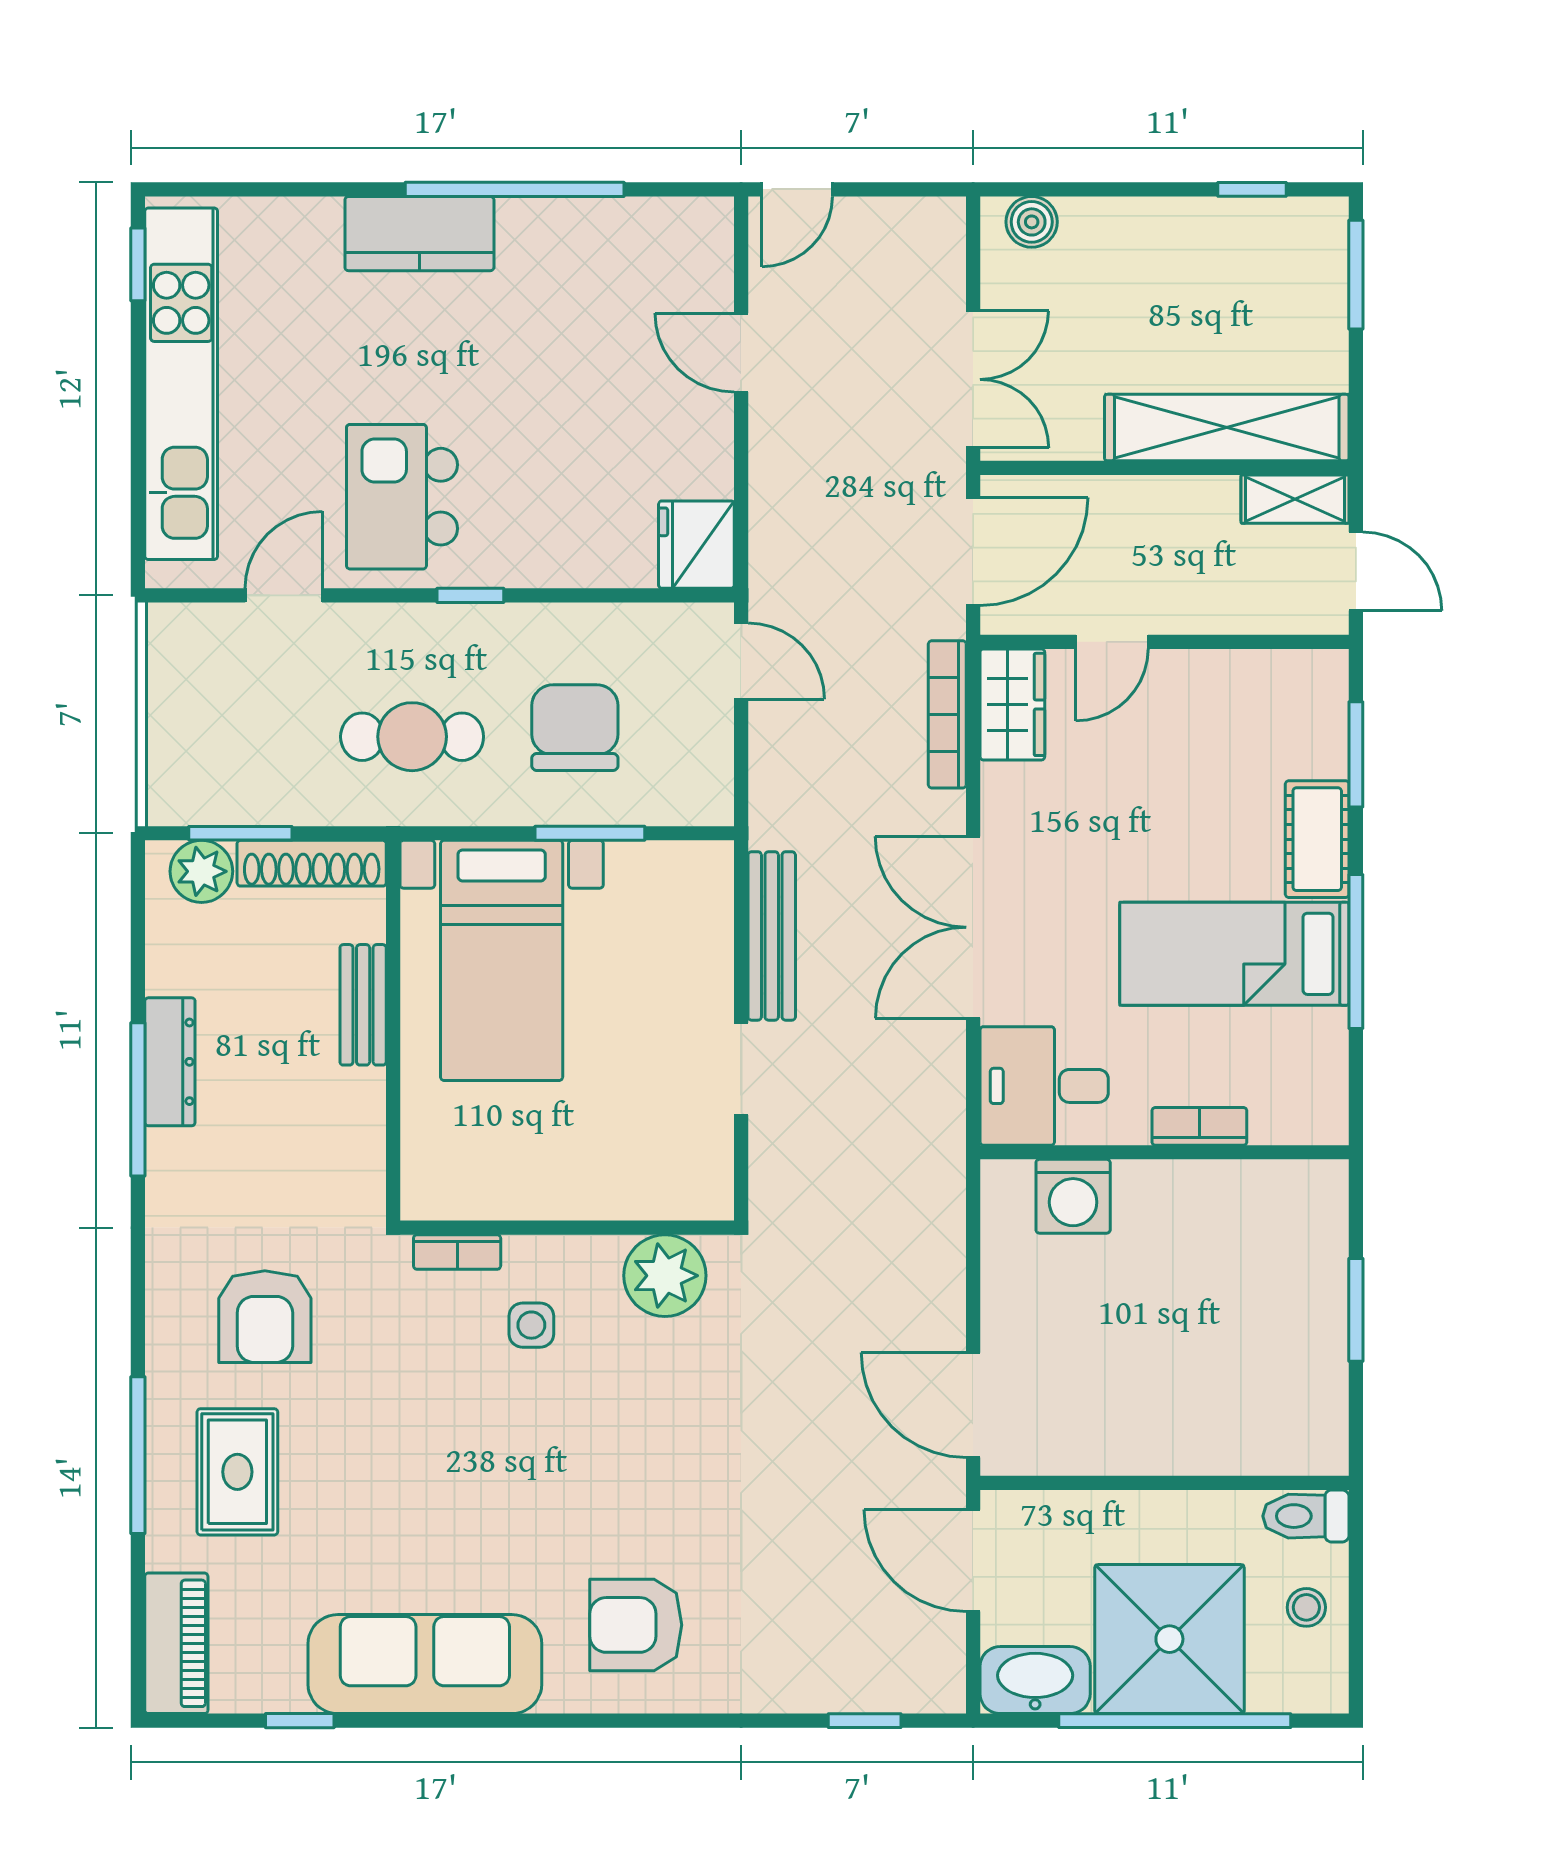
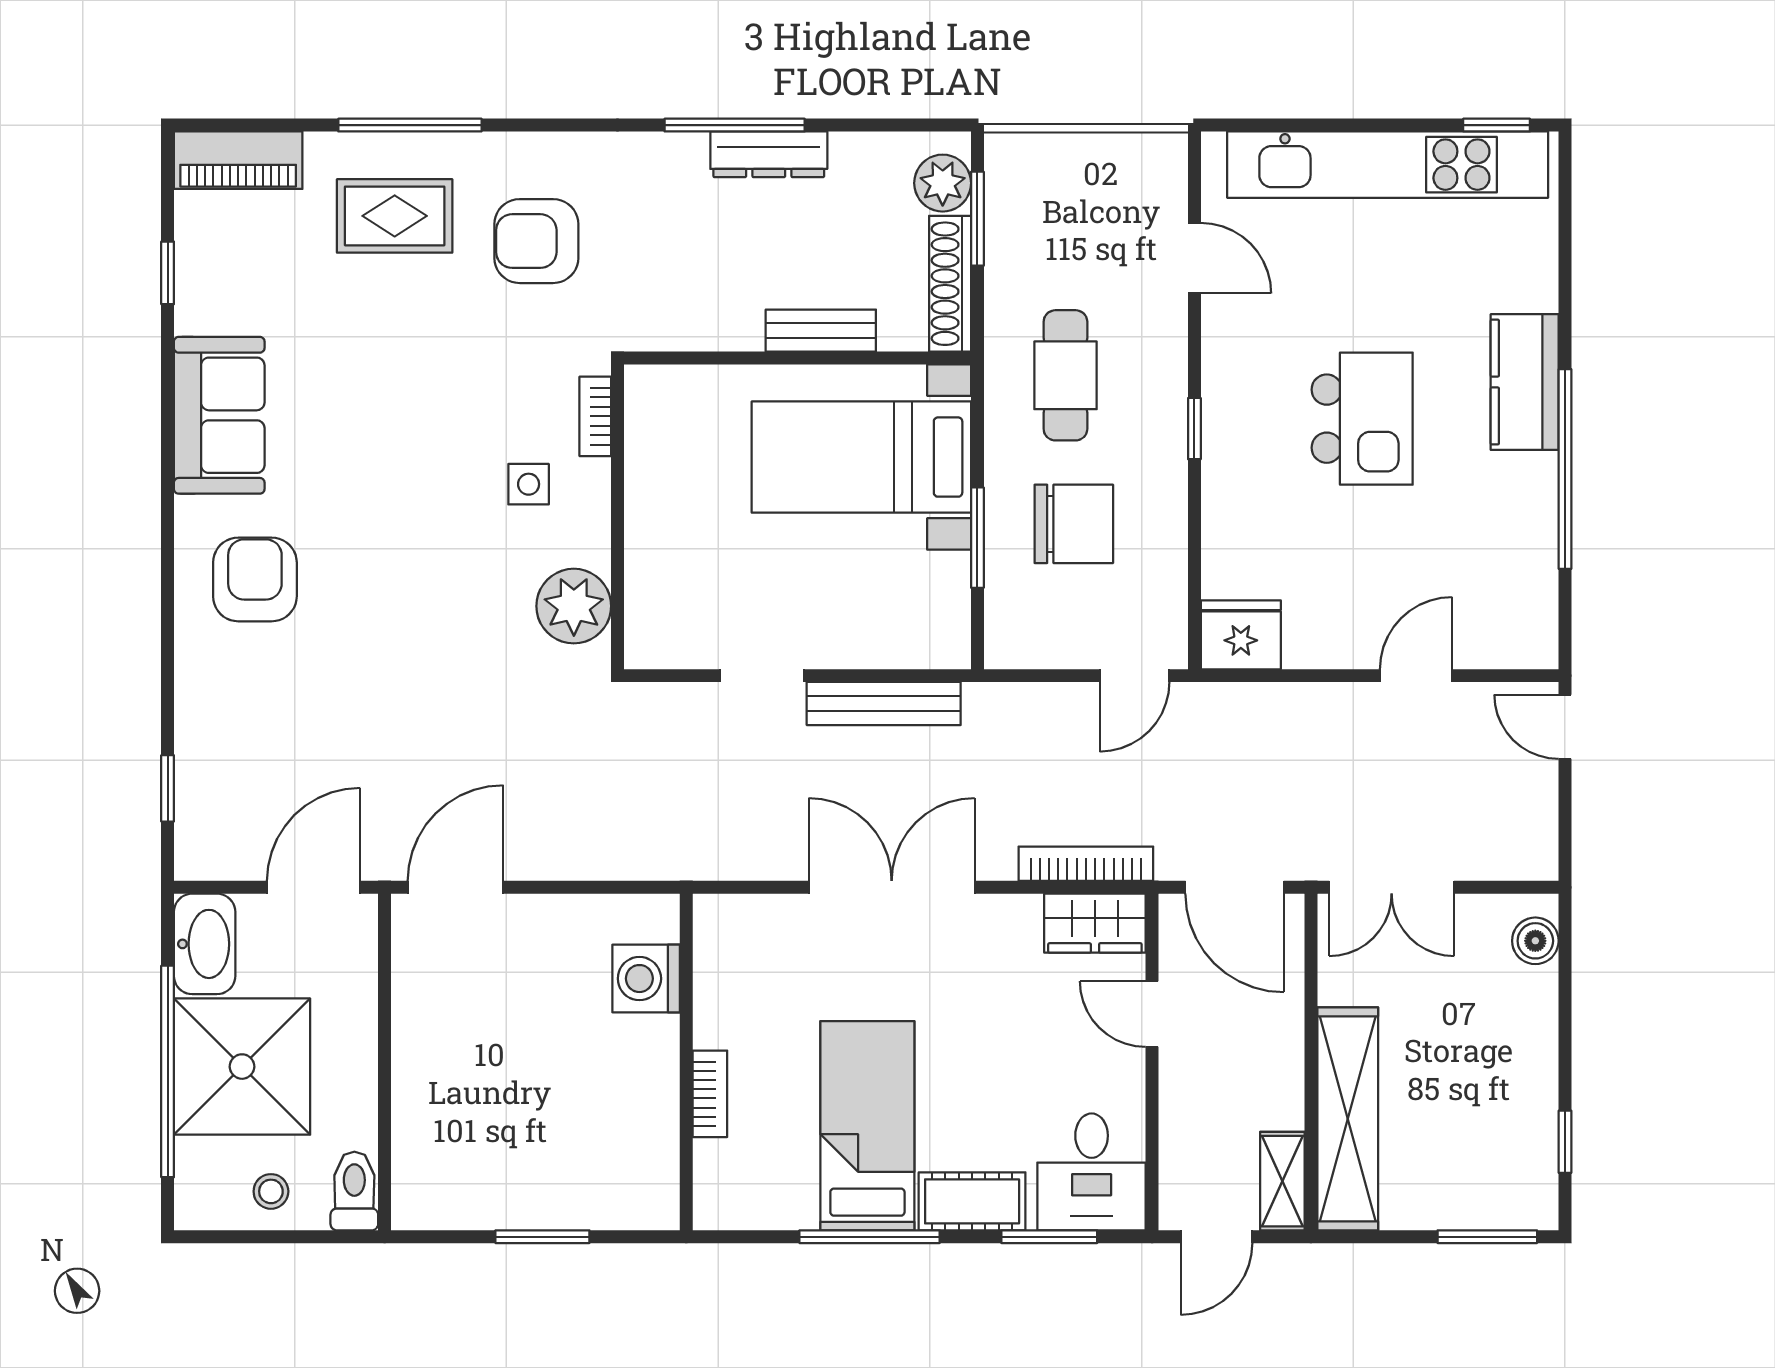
kitchen island: (402, 497) -> (1362, 419), moved, turned 90
desk: (1044, 1086) -> (1092, 1172), moved, turned 180
sofa: (425, 1664) -> (219, 415), width x0.73

